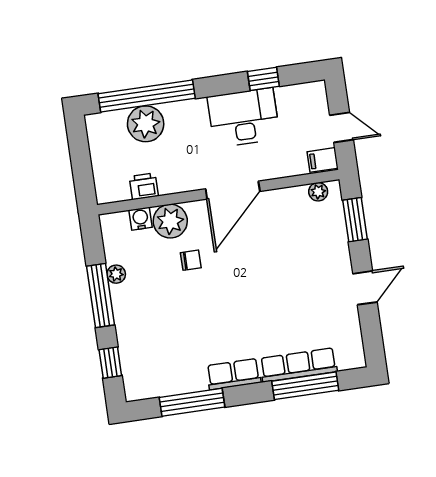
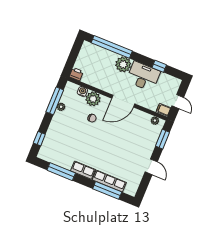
plant: (146, 124) -> (123, 64), moved
printer: (144, 186) -> (76, 74), moved
door: (365, 288) -> (151, 167), hinge flipped
window: (101, 295) -> (55, 101), moved

